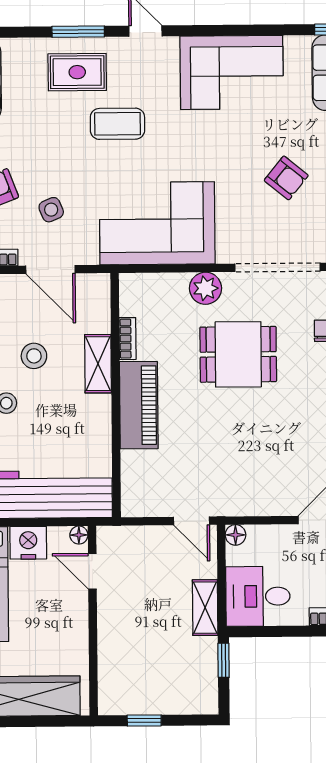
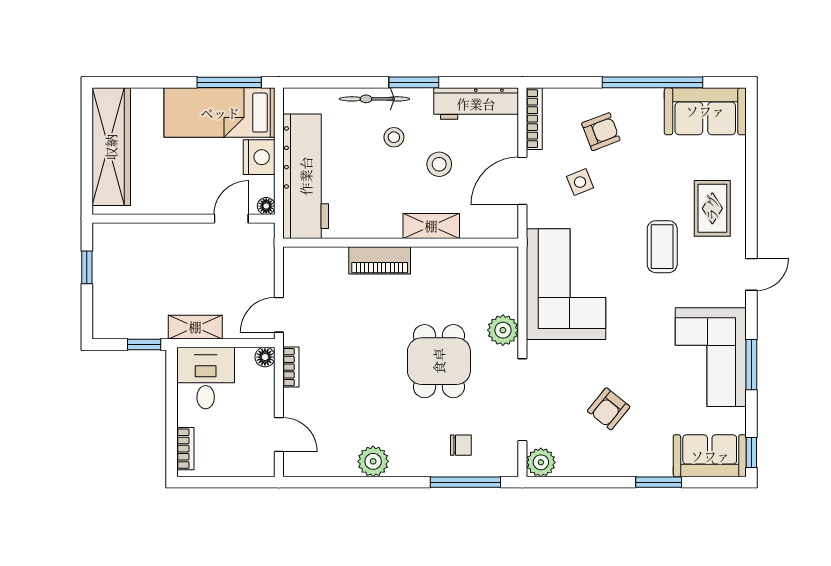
window: (78, 32) -> (751, 365), moved
bookcase: (128, 339) -> (291, 367), moved, turned -90
piano: (139, 405) -> (380, 260), width x0.73, depth x0.75

